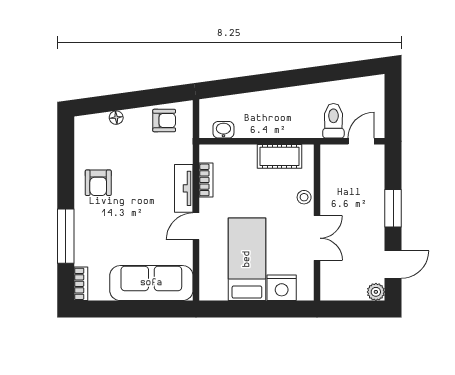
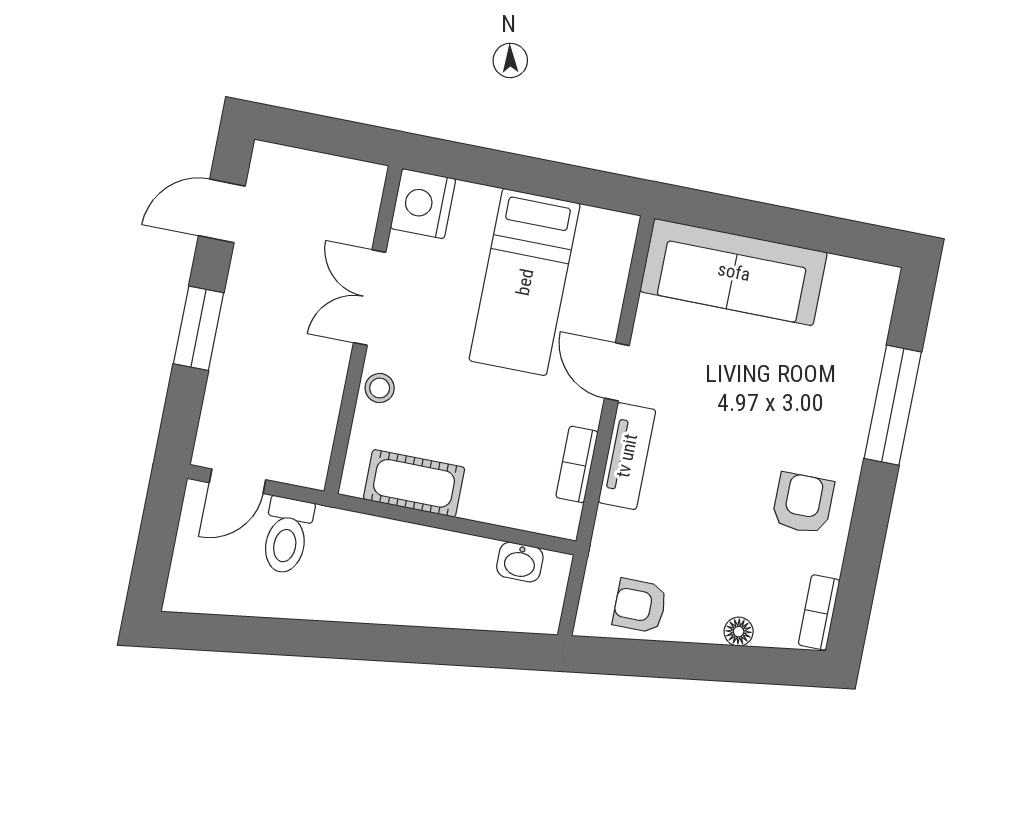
door: (196, 226) -> (617, 372), swing flipped
bookcase: (81, 284) -> (819, 612), moved
nightstand: (282, 288) -> (423, 204), moved, turned -90
plant: (376, 292) -> (269, 161), removed

